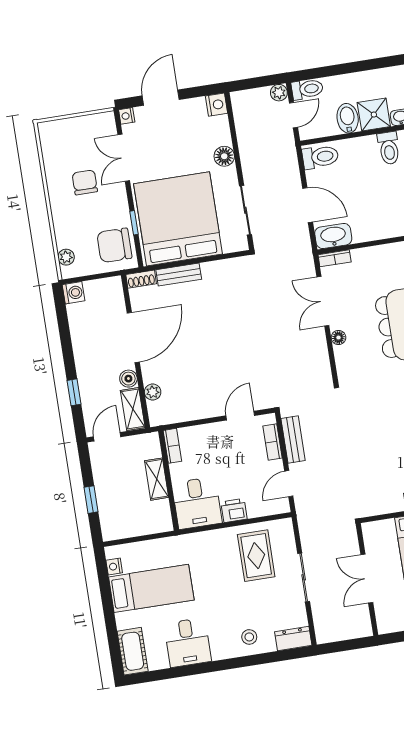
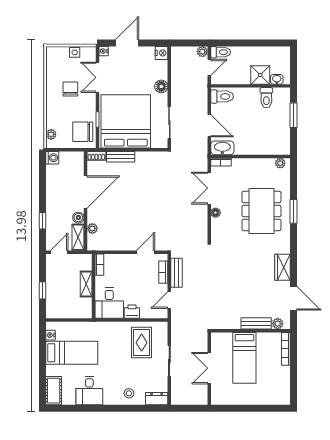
bidet: (348, 118) -> (243, 75), removed
side table: (82, 125) -> (75, 52), added

